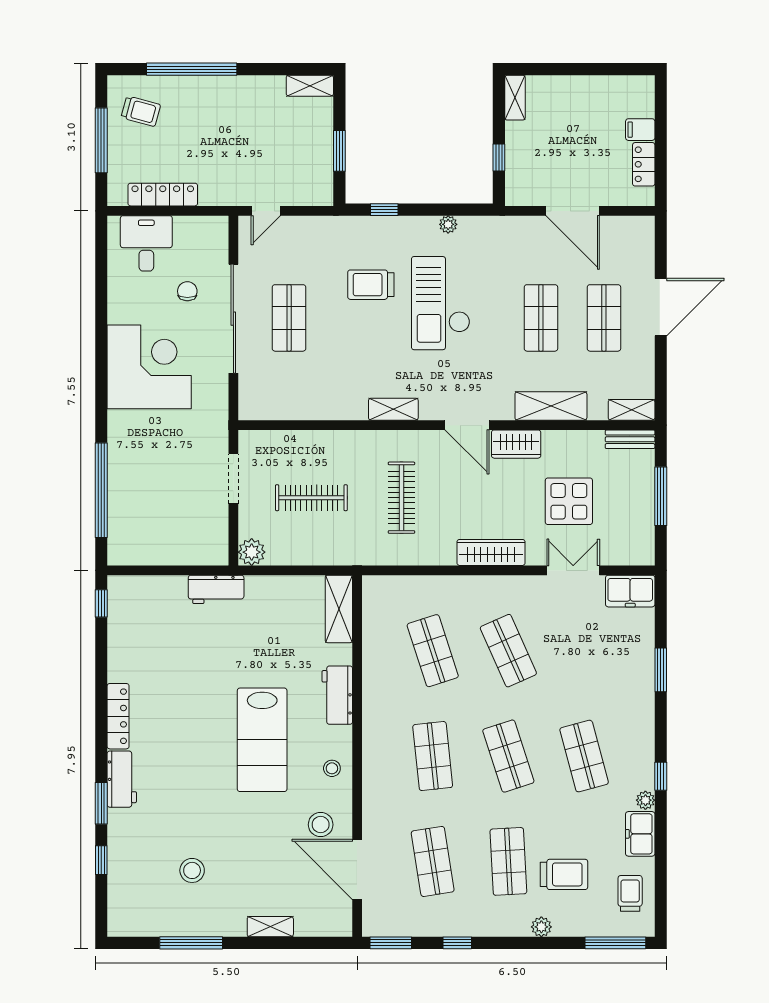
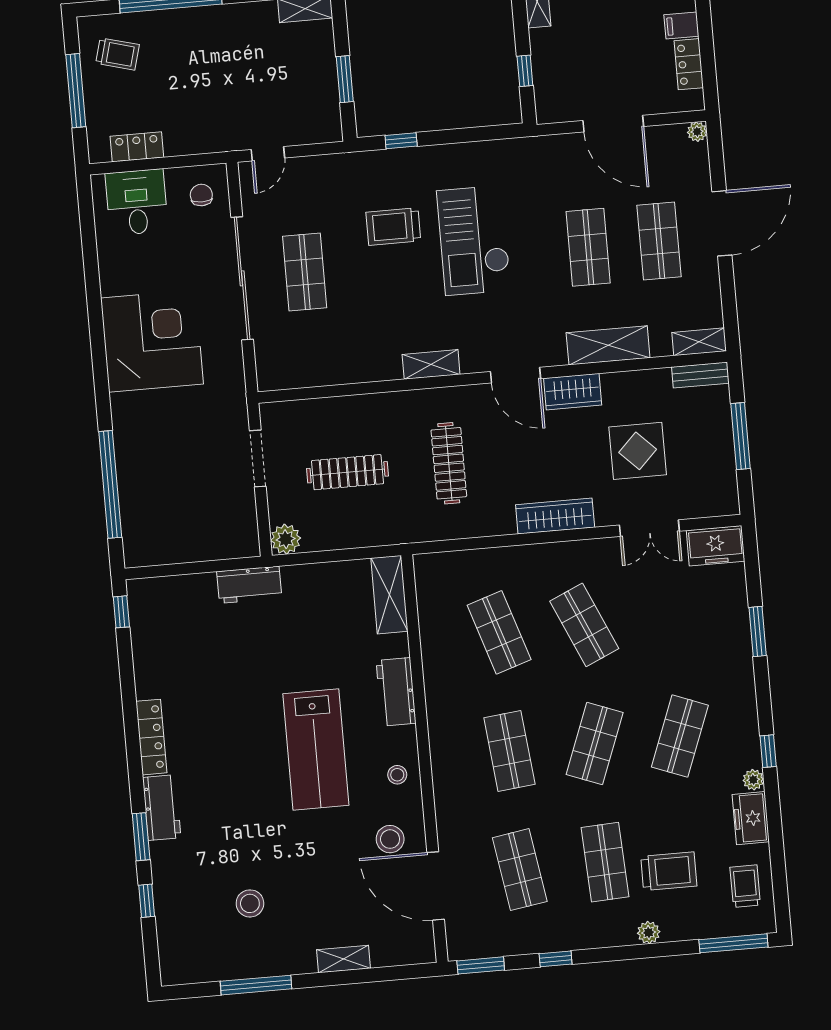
locker: (163, 195) -> (137, 147), width x0.66
plant: (448, 224) -> (697, 132), moved
chair: (187, 291) -> (201, 195), moved
double door: (573, 570) -> (649, 528), swing flipped
shop shelf: (508, 756) -> (595, 744), turned 39
shop shelf: (584, 756) -> (680, 736), turned 36

